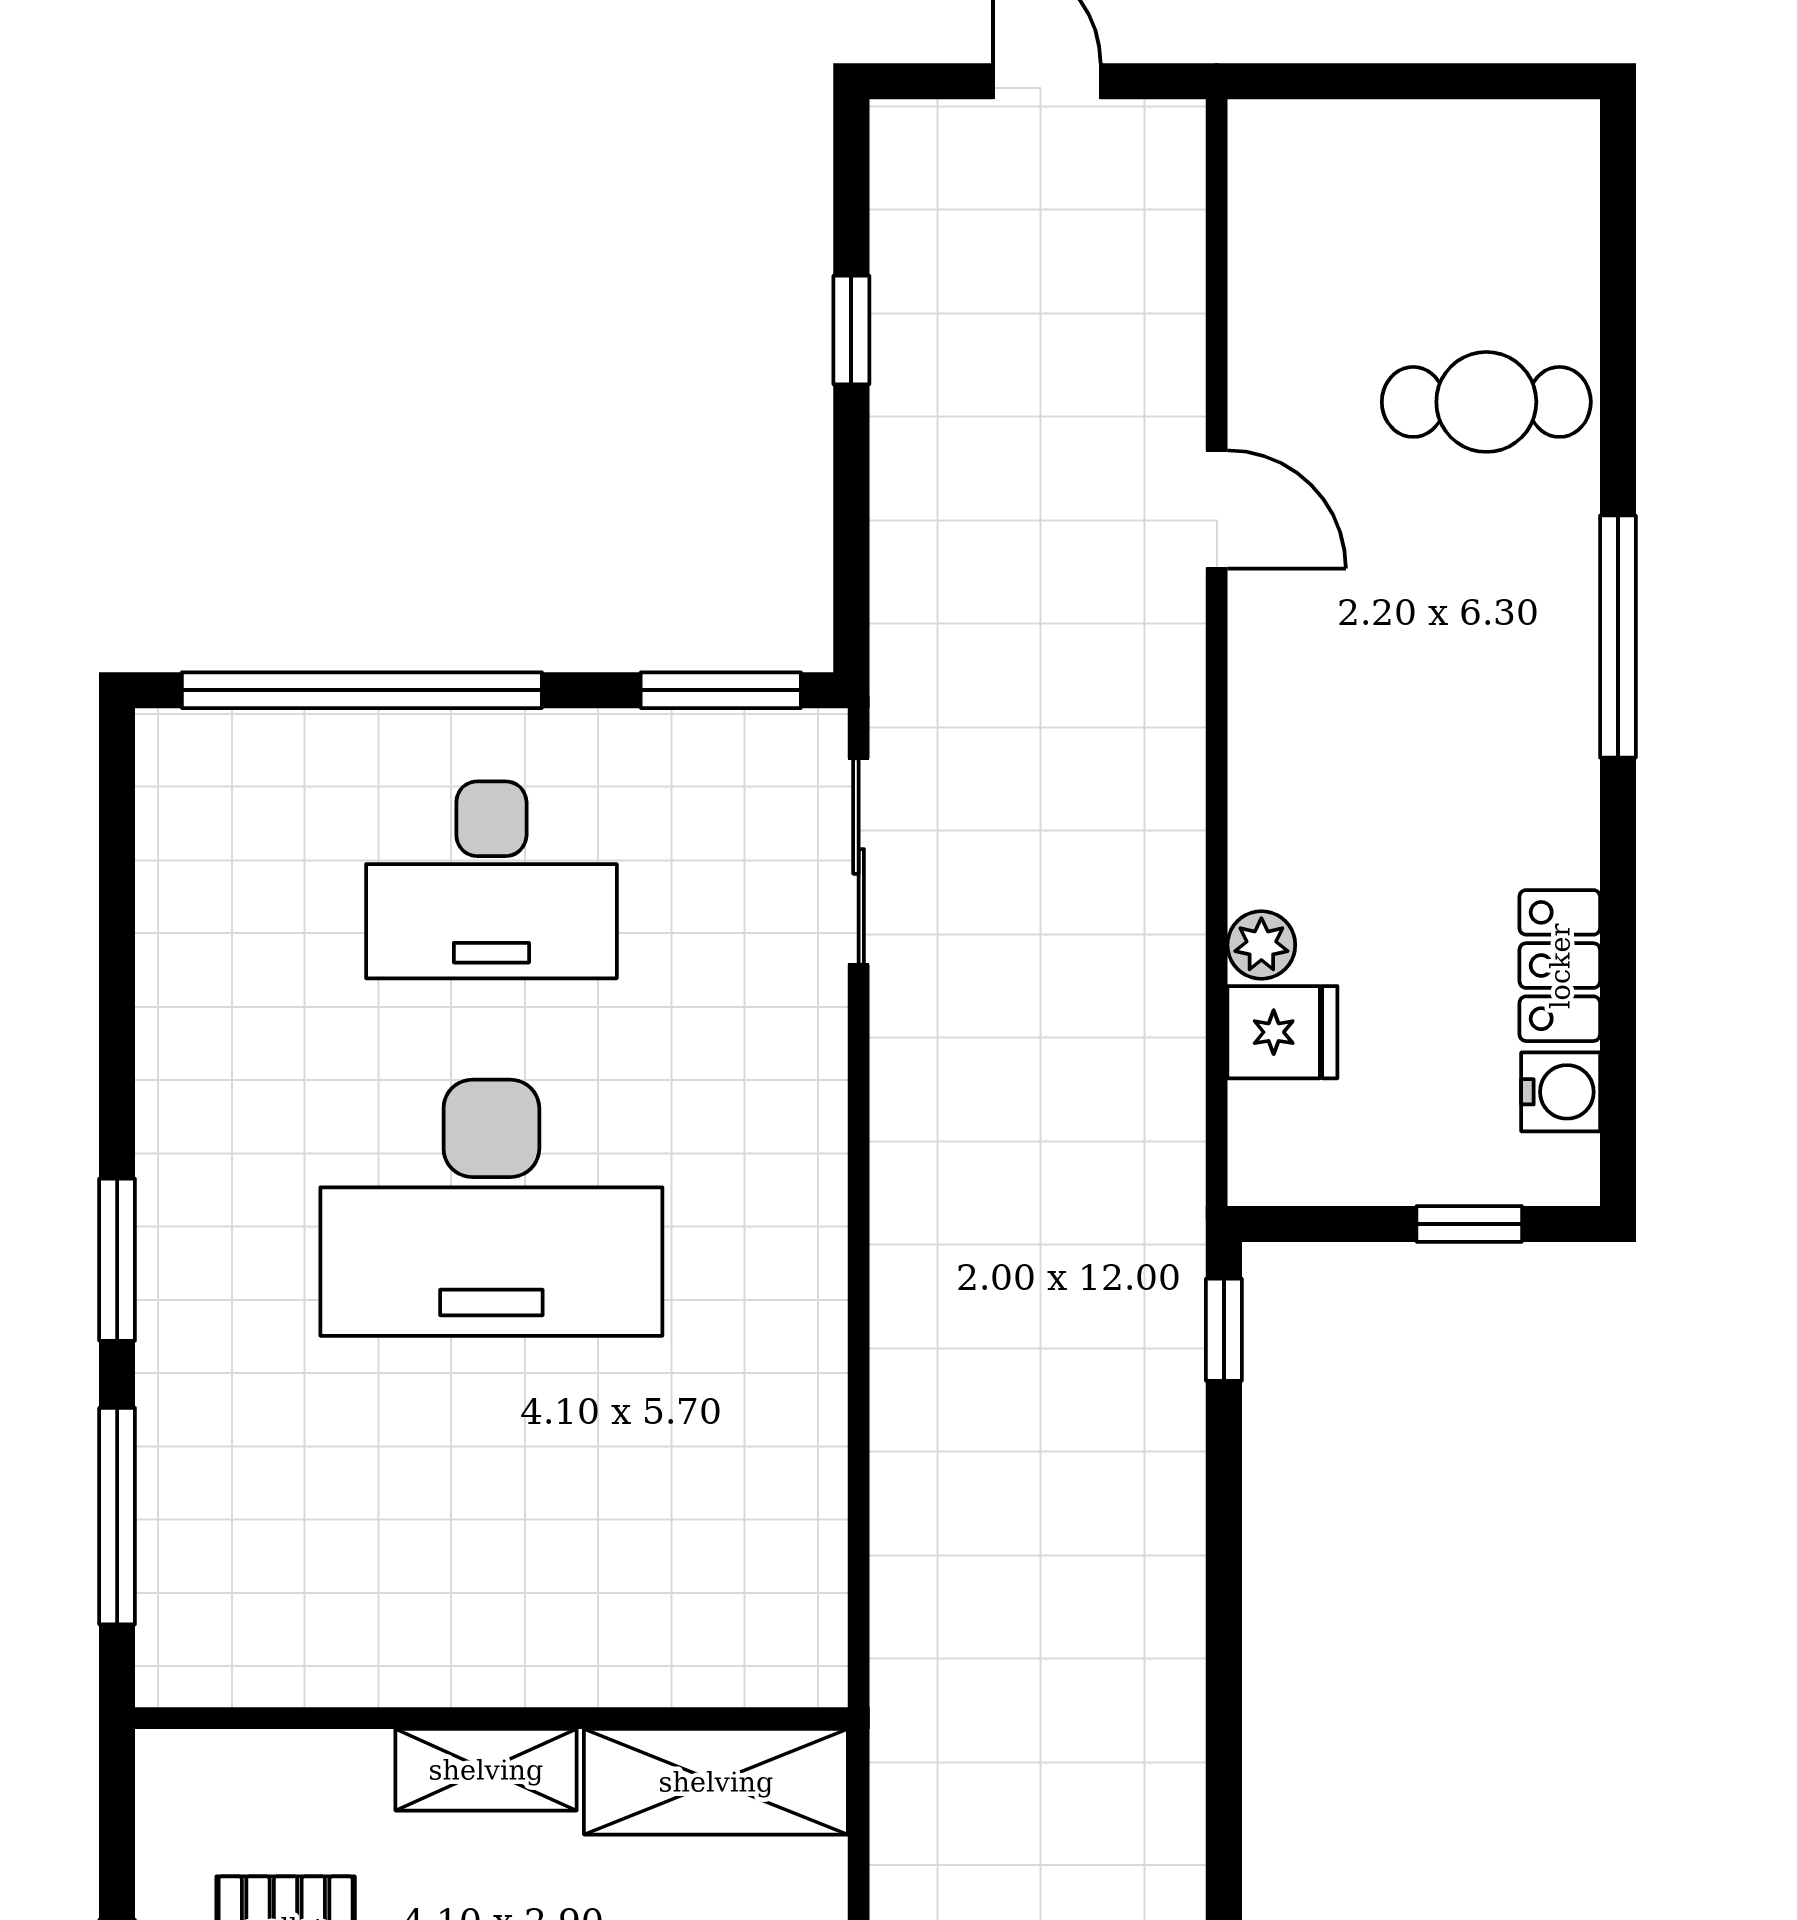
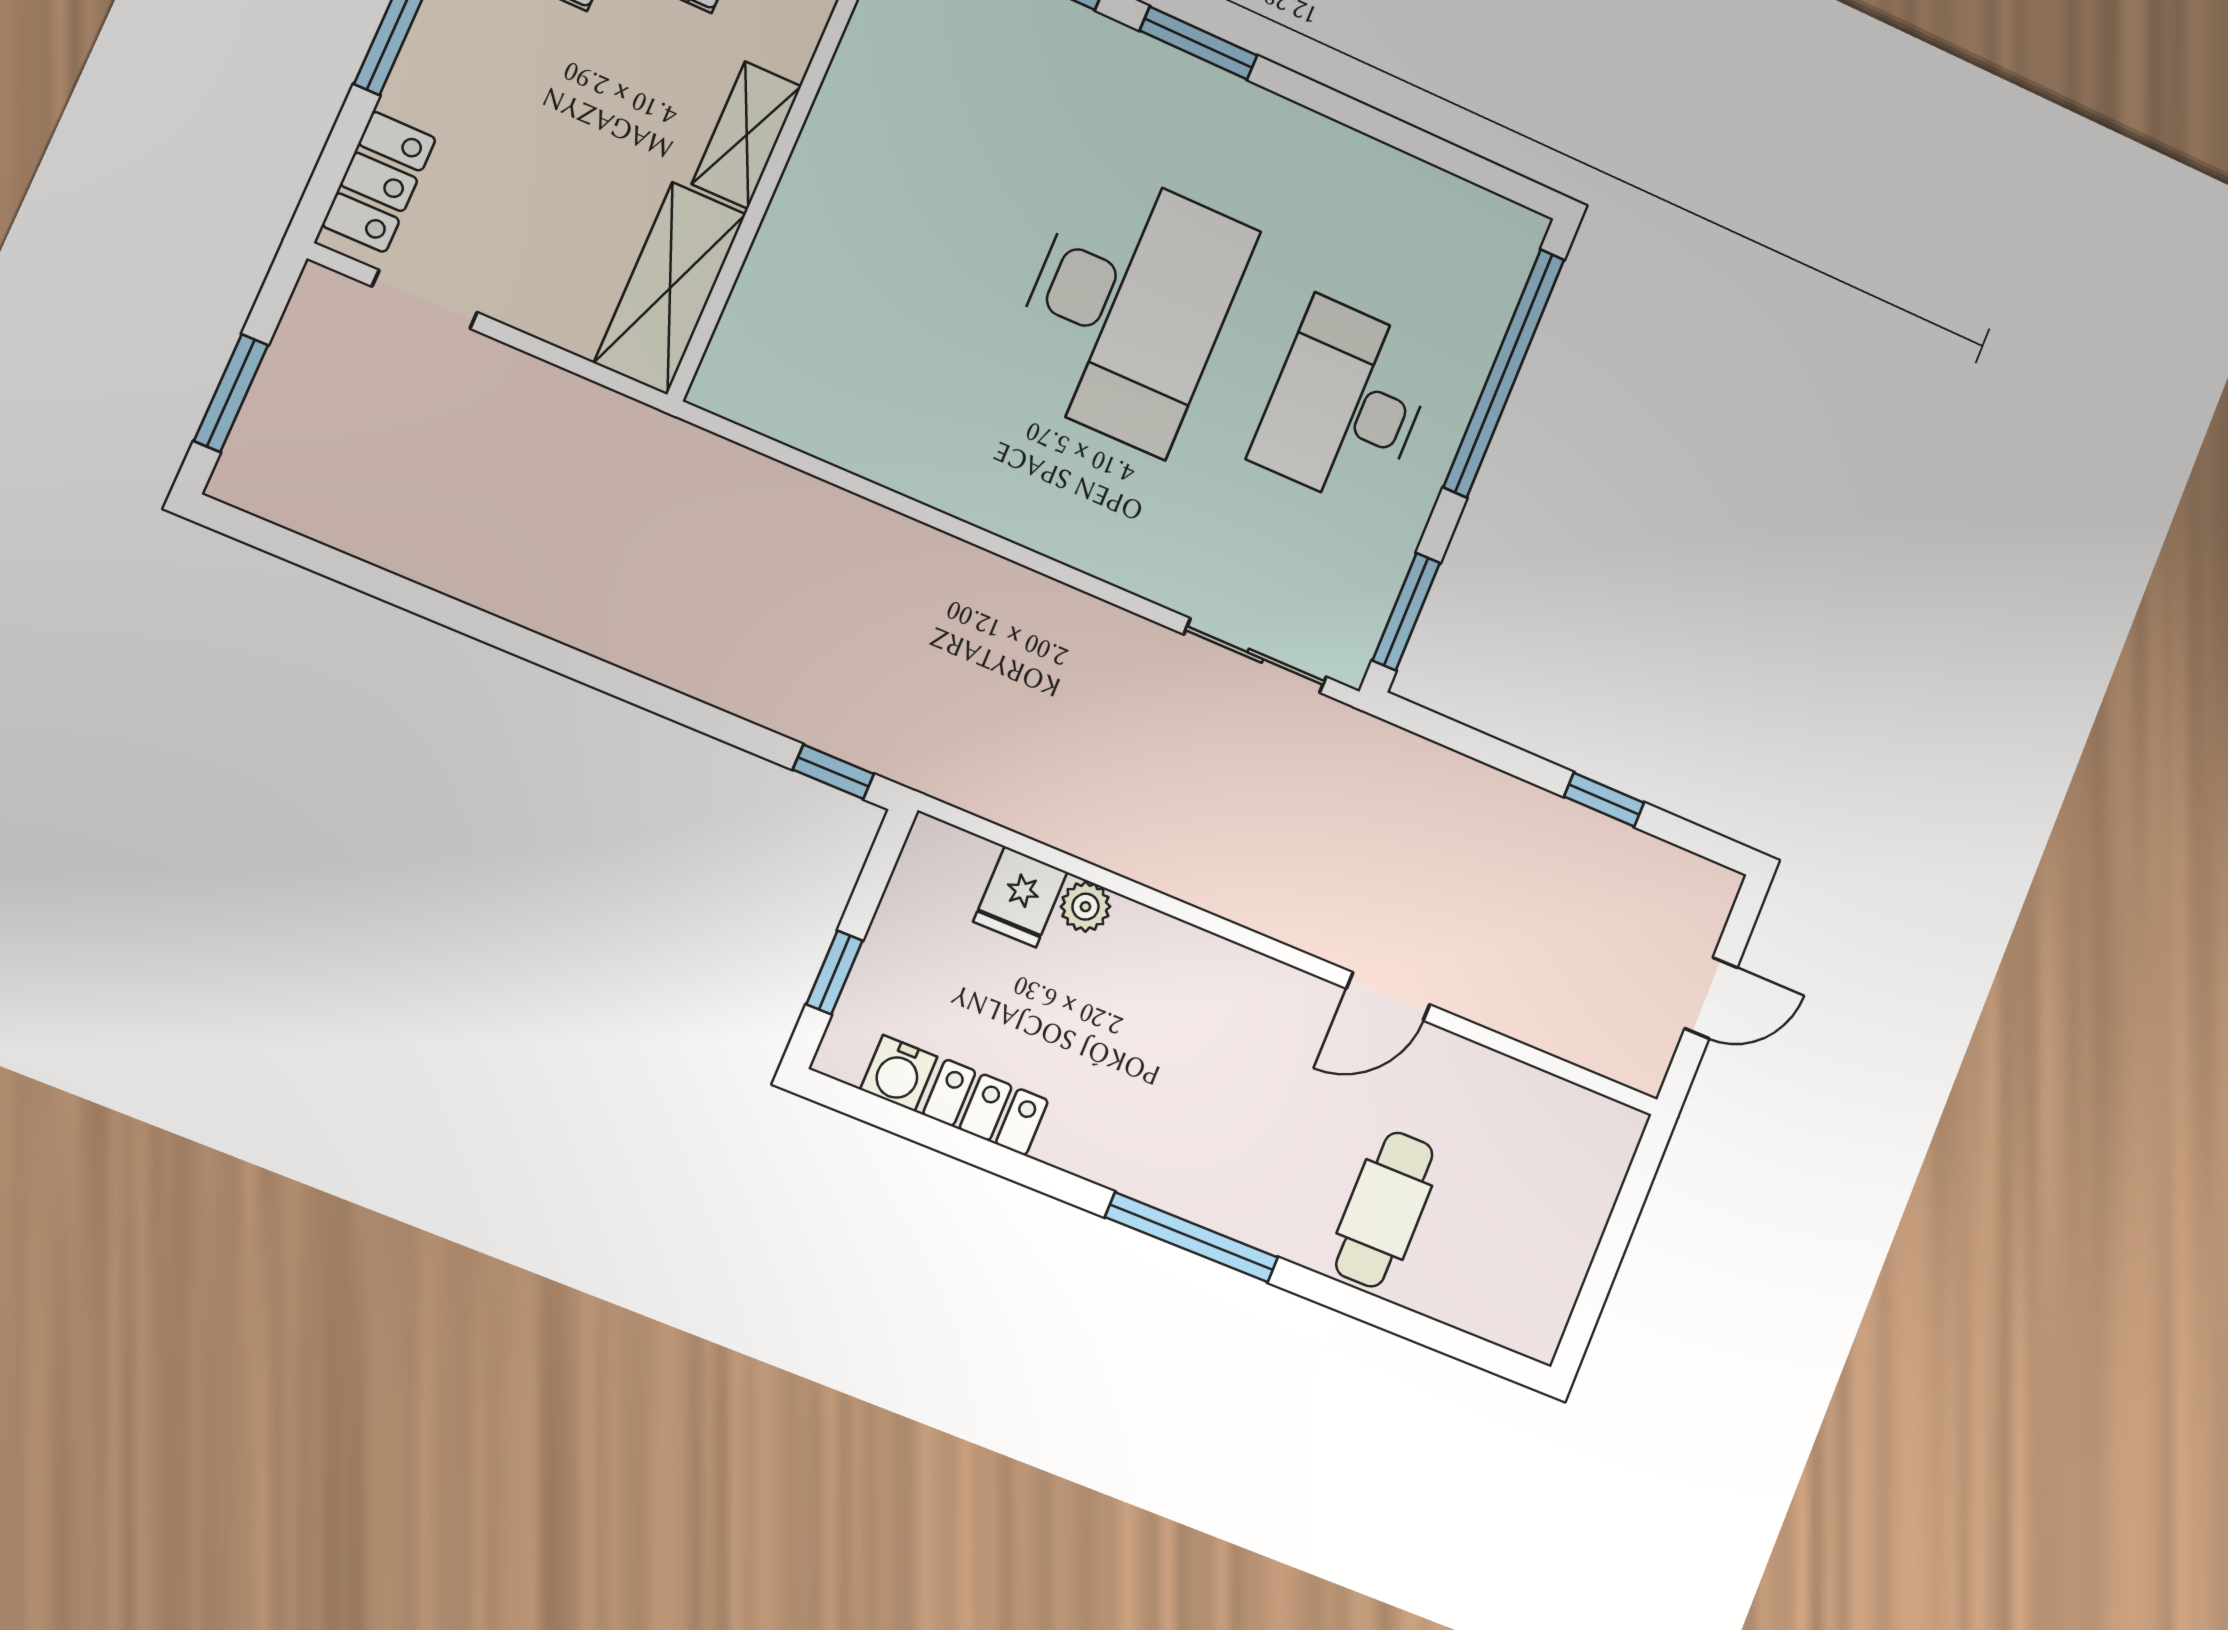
desk: (491, 1208) -> (1128, 308), turned 180

